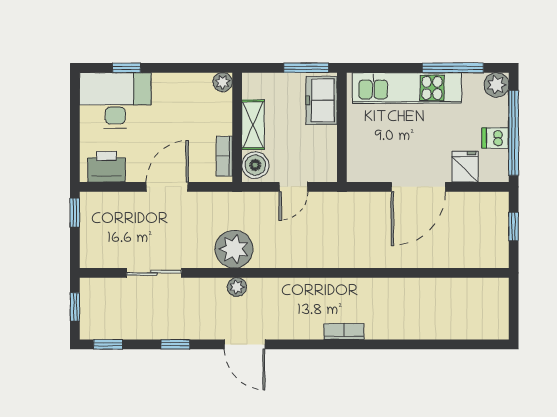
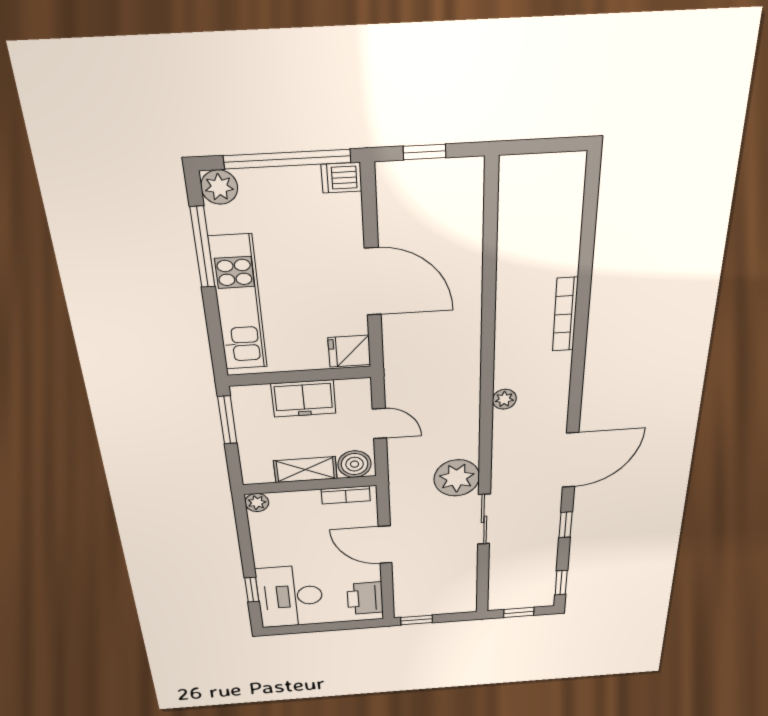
freezer: (322, 100) -> (304, 398), moved
dishwasher: (495, 138) -> (342, 178), moved, turned 90
fridge: (465, 167) -> (349, 351), moved
sliding door: (154, 273) -> (484, 519), moved
plant: (237, 287) -> (504, 399), moved
bookcase: (344, 332) -> (565, 314), moved, width x1.56
door: (245, 344) -> (571, 460), width x1.36

